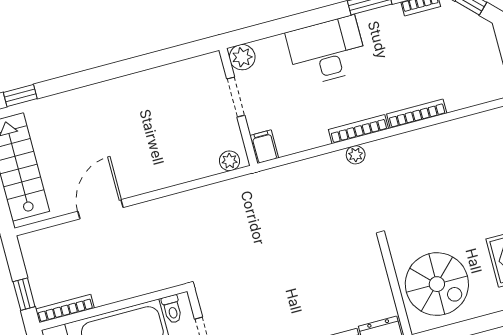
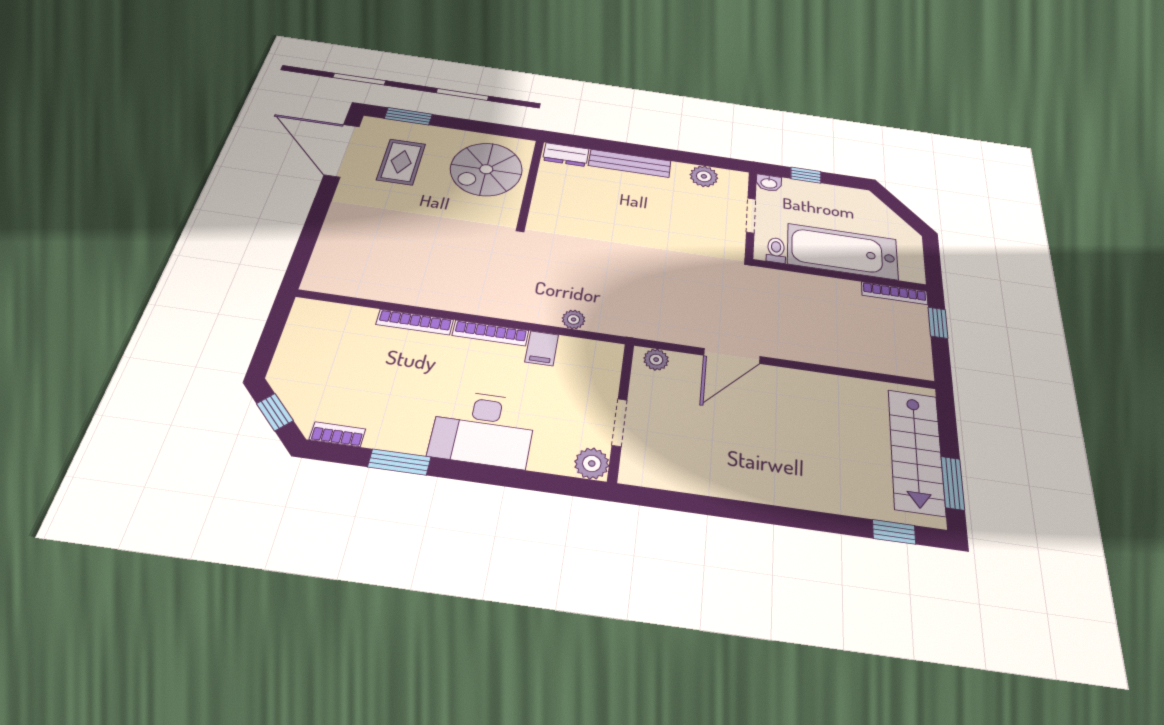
filing cabinet: (264, 147) -> (542, 348), moved
plant: (356, 155) -> (574, 319), moved
door: (101, 209) -> (732, 356), moved
spiral stairs: (437, 284) -> (486, 169), turned -90

